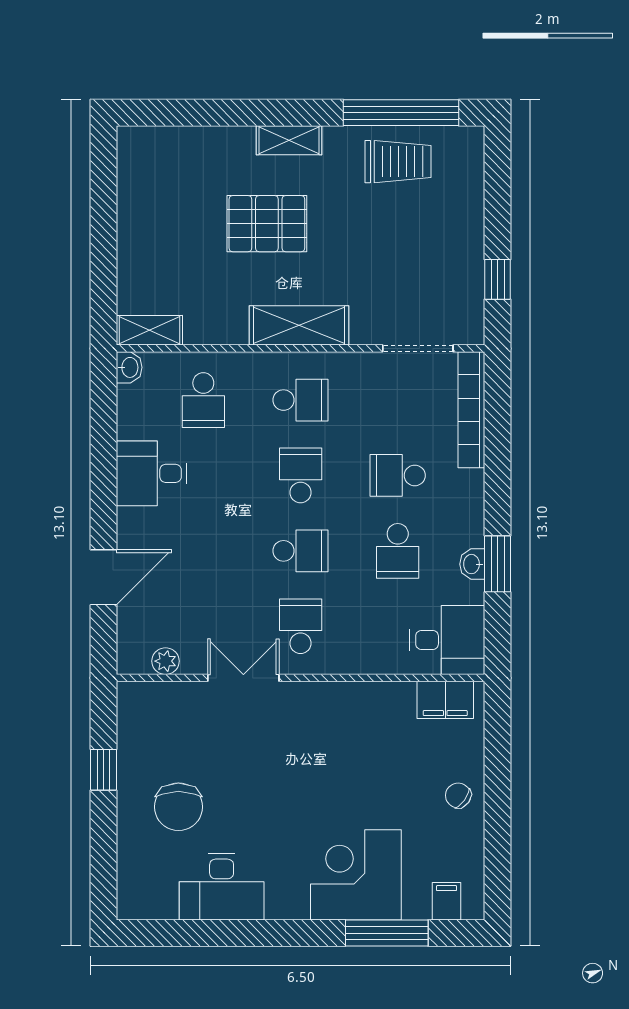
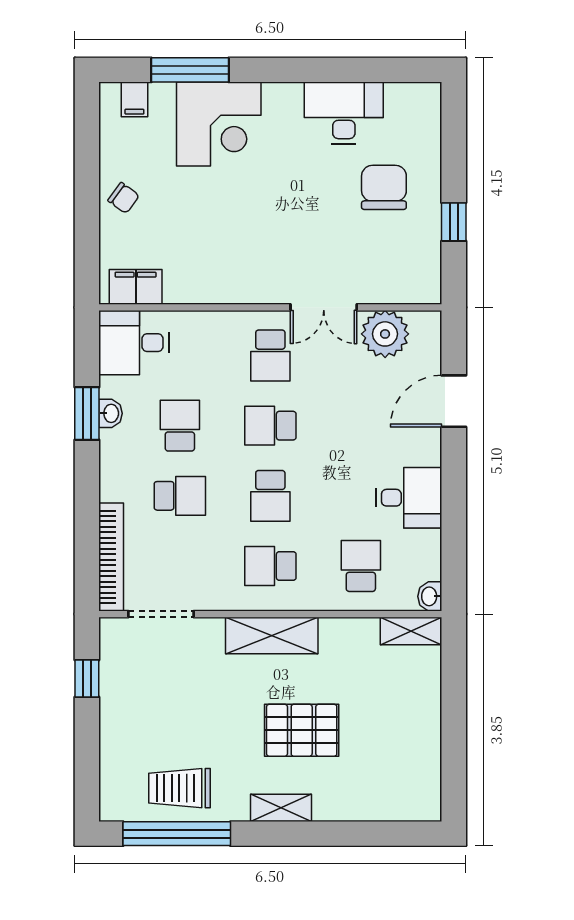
plant: (166, 661) -> (385, 334), width x1.88, depth x1.88

